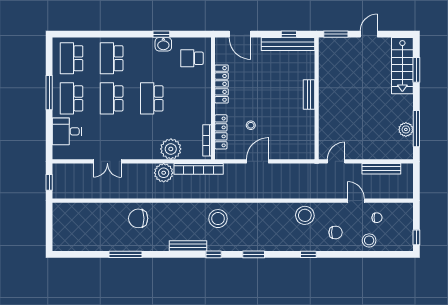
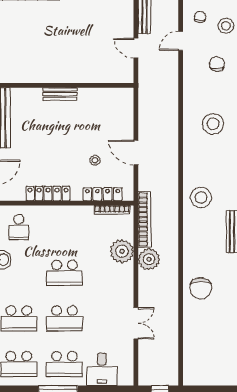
door: (336, 161) -> (136, 48), moved
stool: (305, 215) -> (213, 124), moved

